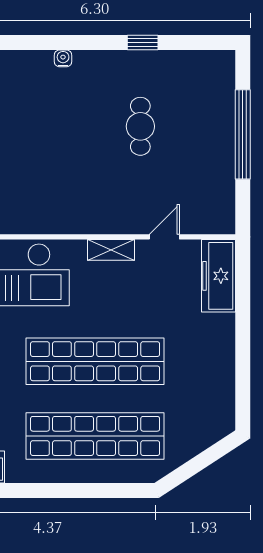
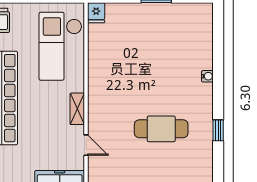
cafe table: (140, 126) -> (161, 129), width x1.37, depth x1.35

